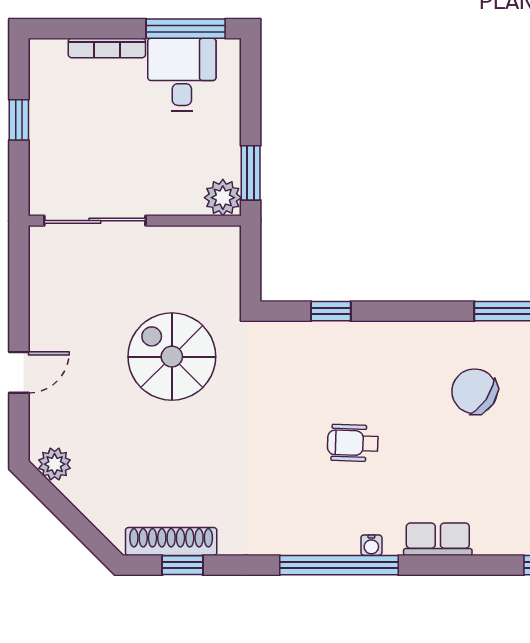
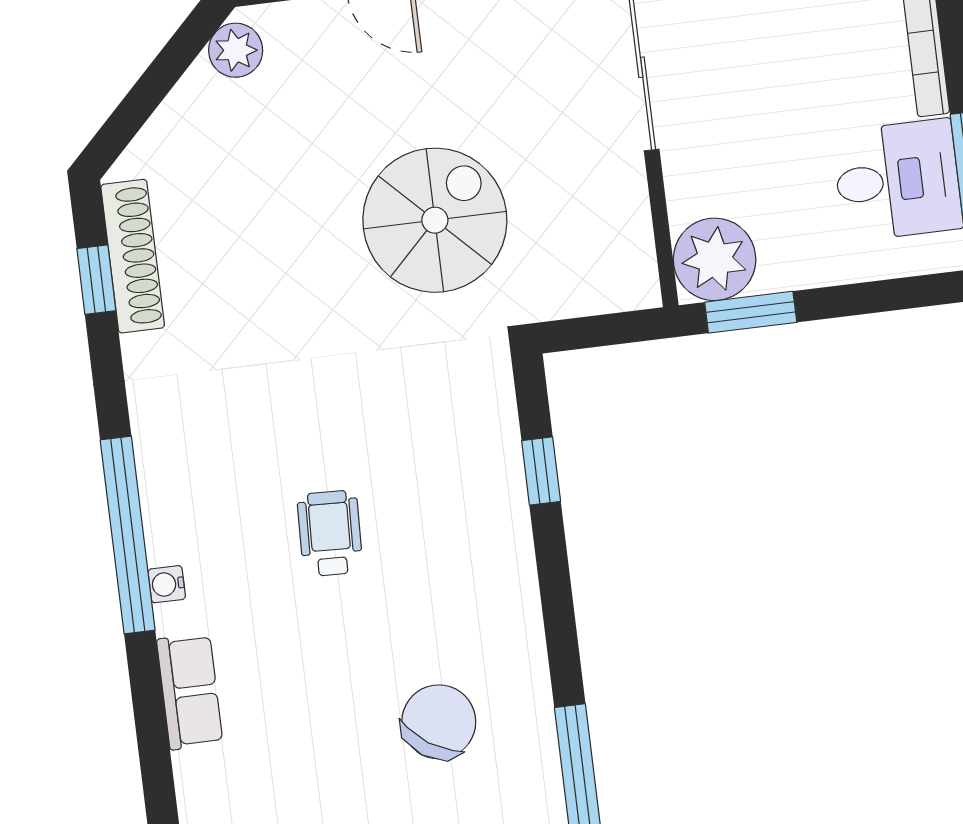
plant: (223, 198) -> (715, 259), width x1.36, depth x1.36

